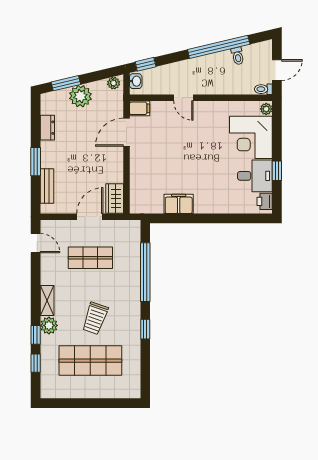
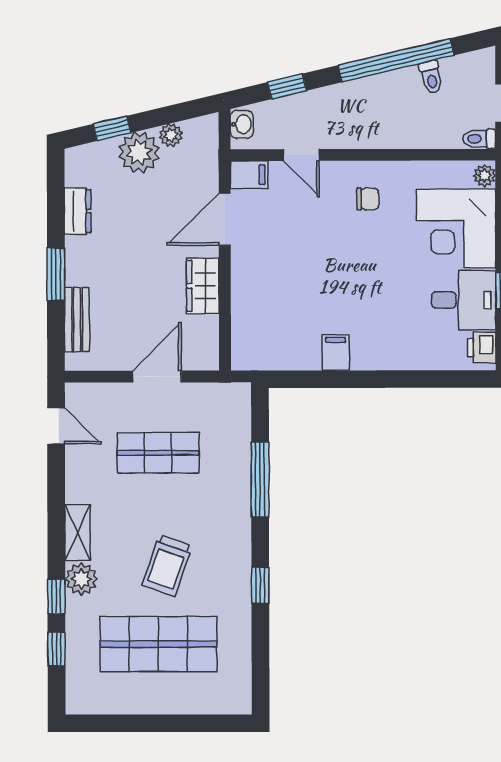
window: (146, 64) -> (287, 86), moved
window: (66, 83) -> (112, 128), width x0.67
plant: (114, 83) -> (171, 135), moved
door: (183, 98) -> (301, 155), moved
chair: (203, 121) -> (368, 199), added
wardrobe: (115, 199) -> (203, 286), moved
filing cabinet: (179, 204) -> (336, 352), width x0.50
window: (145, 272) -> (260, 479), width x0.68

